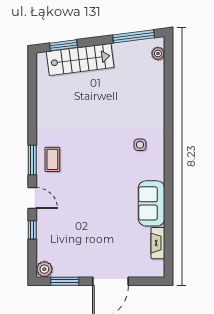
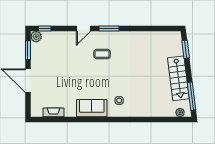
stairs: (80, 59) -> (178, 78), moved
coffee table: (52, 159) -> (102, 54), moved
sofa: (151, 203) -> (92, 108), moved
window: (32, 230) -> (45, 28), moved

